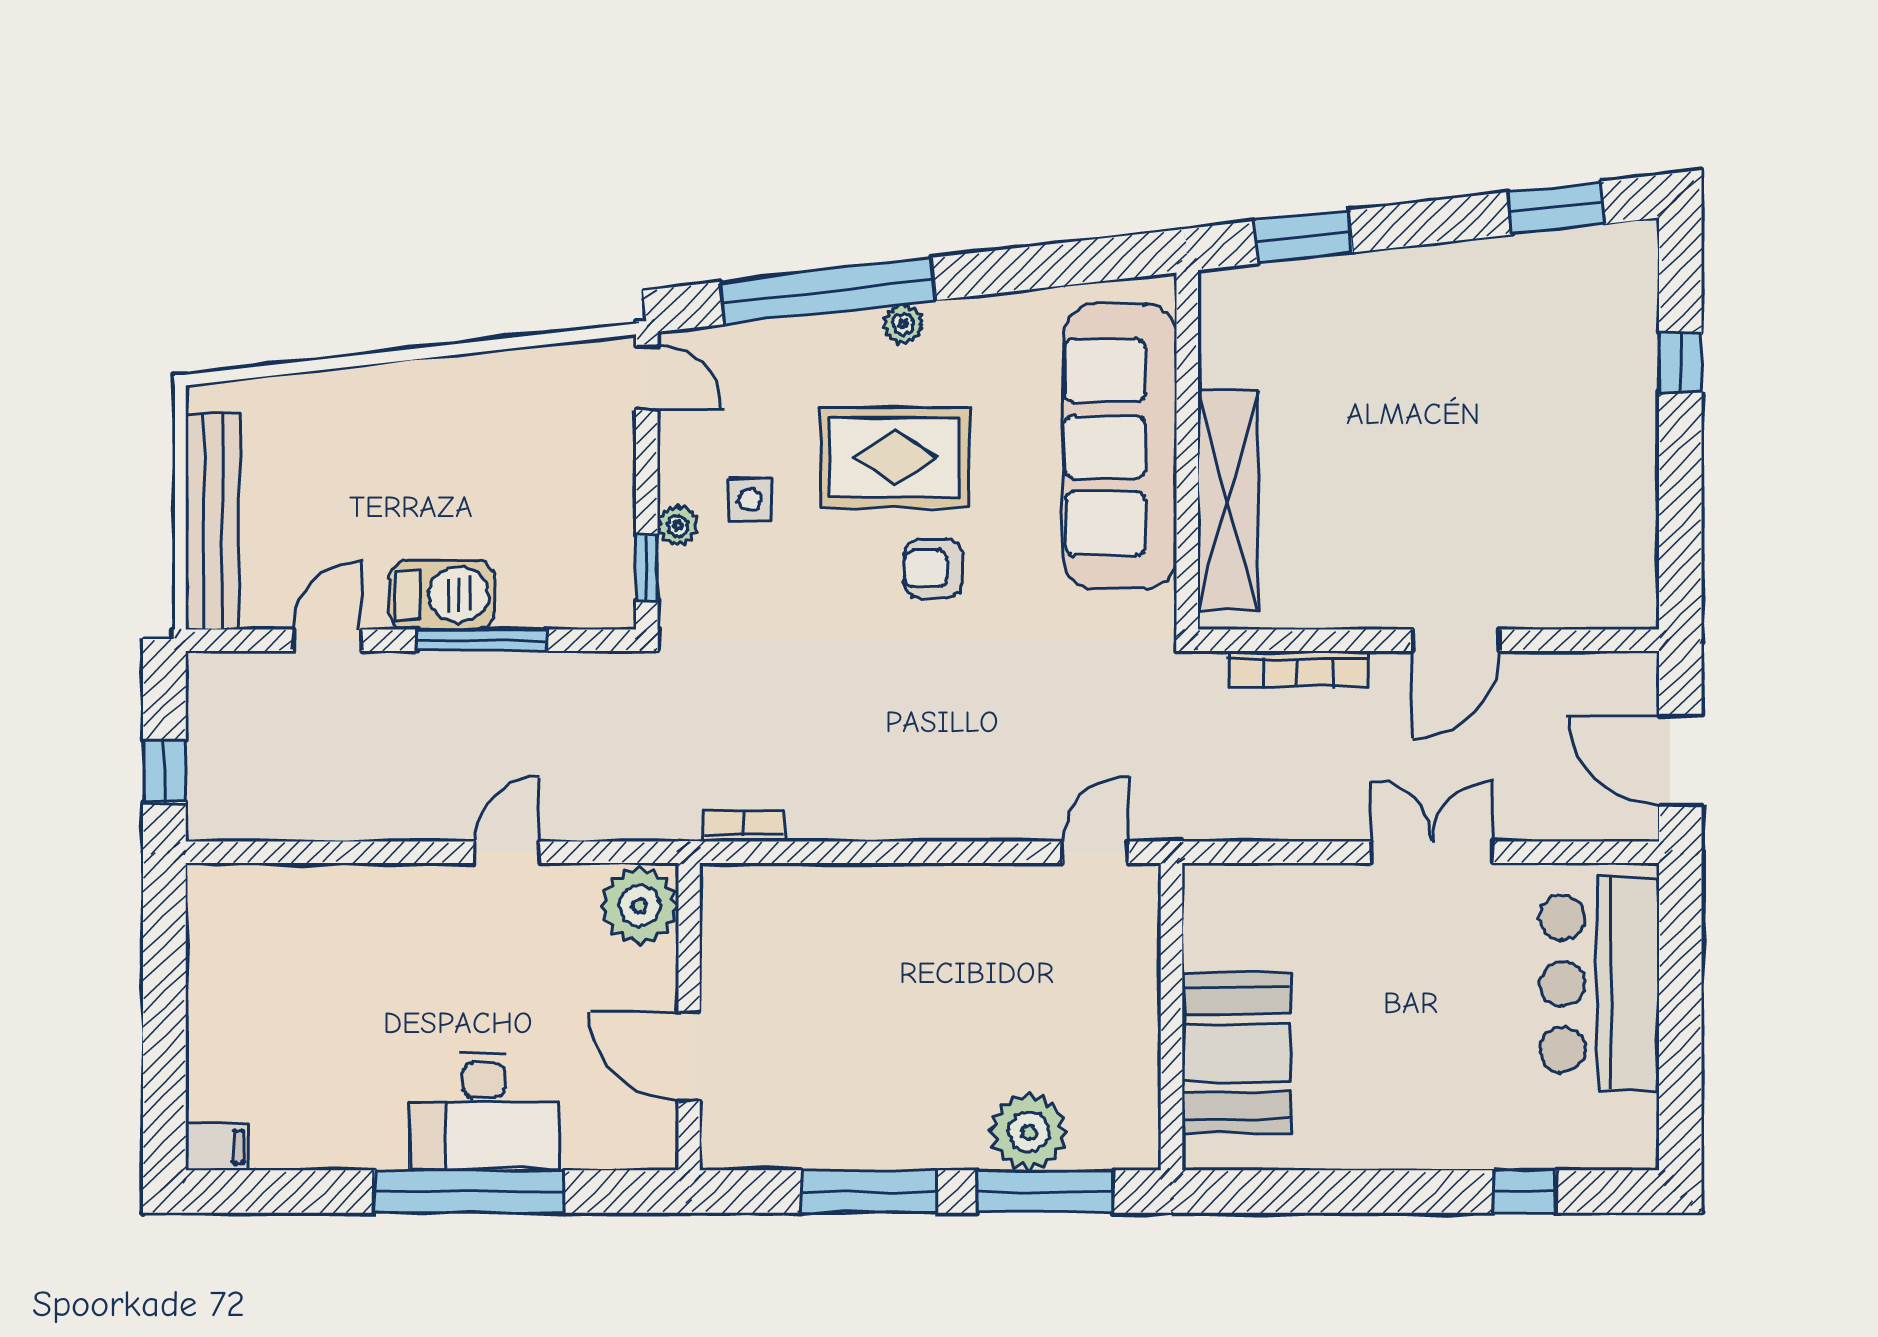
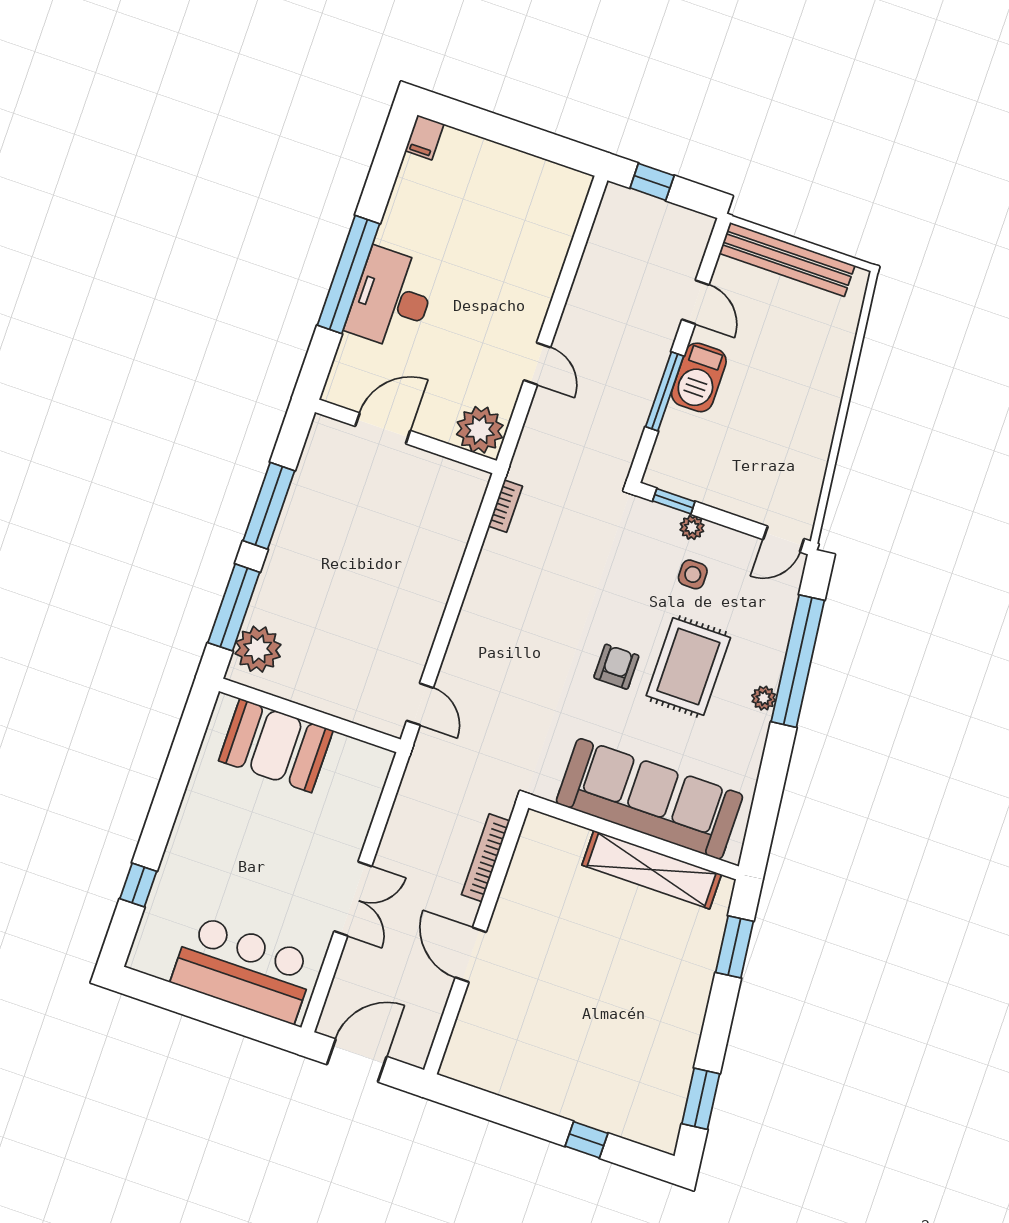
shelving: (1228, 500) -> (652, 870), moved
plant: (1029, 1132) -> (258, 649), moved

